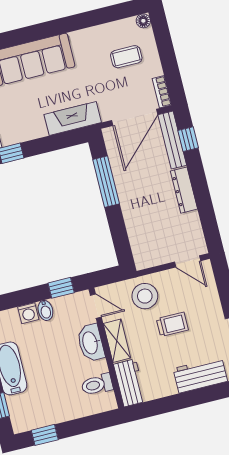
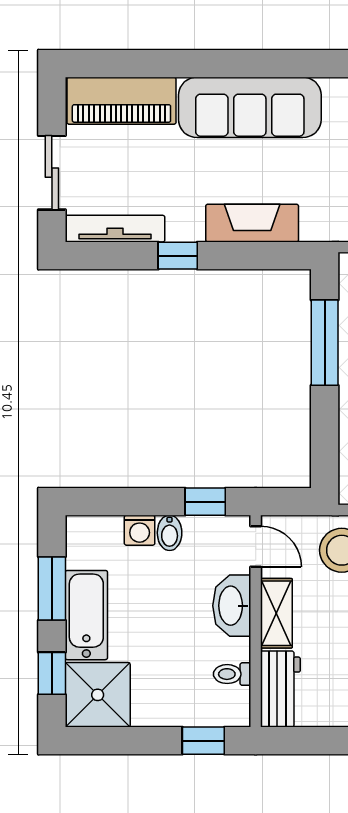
fireplace: (73, 118) -> (252, 223), moved
toilet: (97, 385) -> (232, 674), width x0.73, depth x0.72
shower: (28, 412) -> (98, 695), added
window: (45, 435) -> (203, 741), moved

